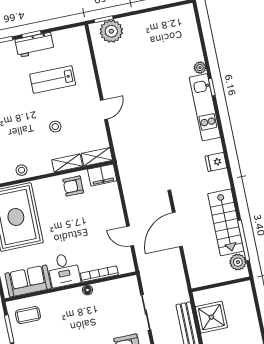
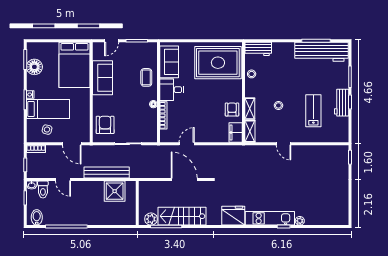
plant: (111, 31) -> (340, 161), removed
fridge: (216, 162) -> (233, 216), width x1.88, depth x1.34
coffee table: (28, 315) -> (146, 77), moved

